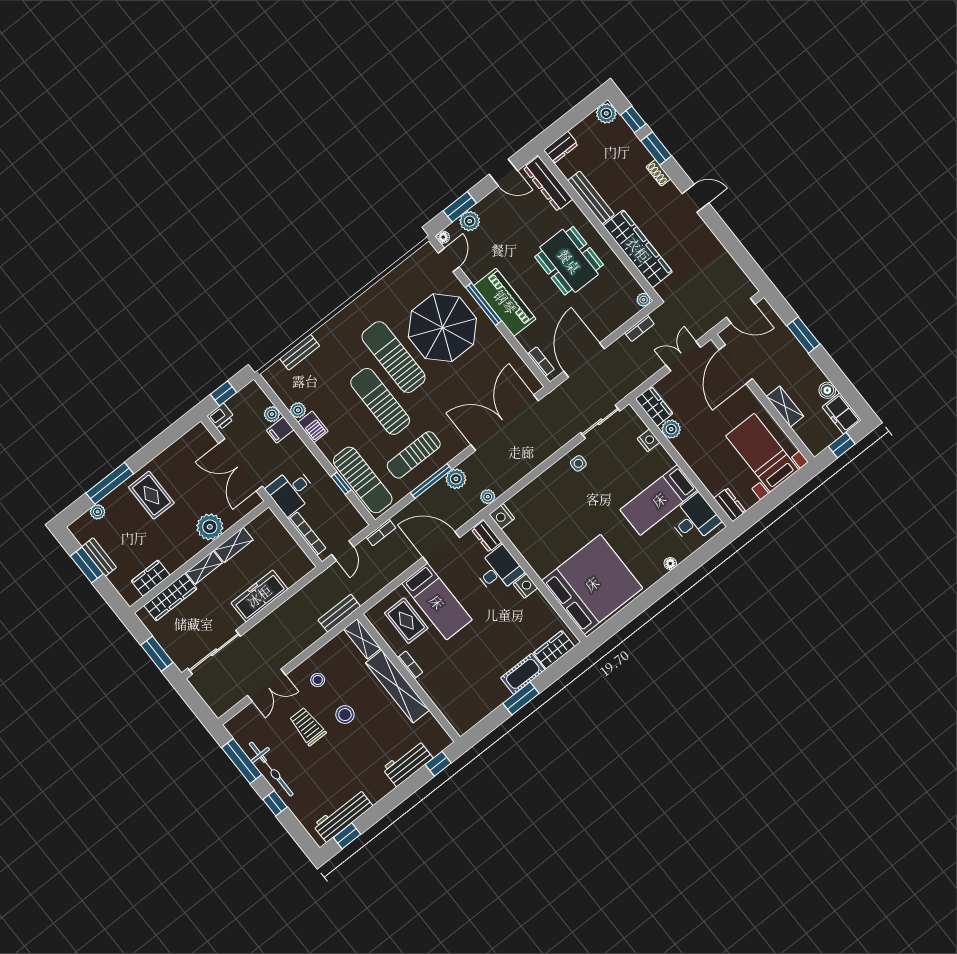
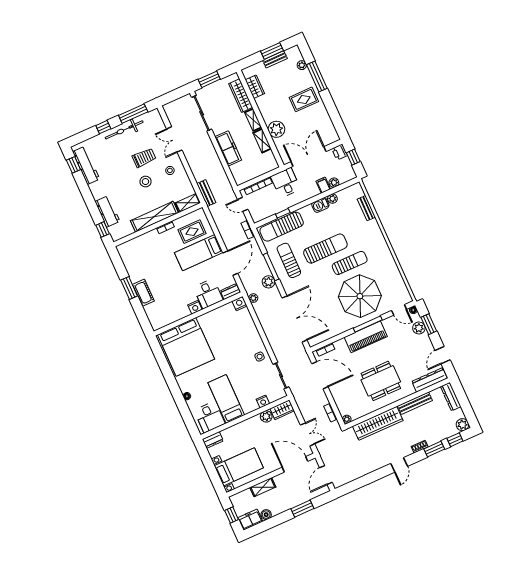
dresser: (561, 147) -> (451, 397), width x1.44
sun lounger: (393, 357) -> (350, 263), width x0.73, depth x0.75
wardrobe: (554, 650) -> (153, 315), removed

